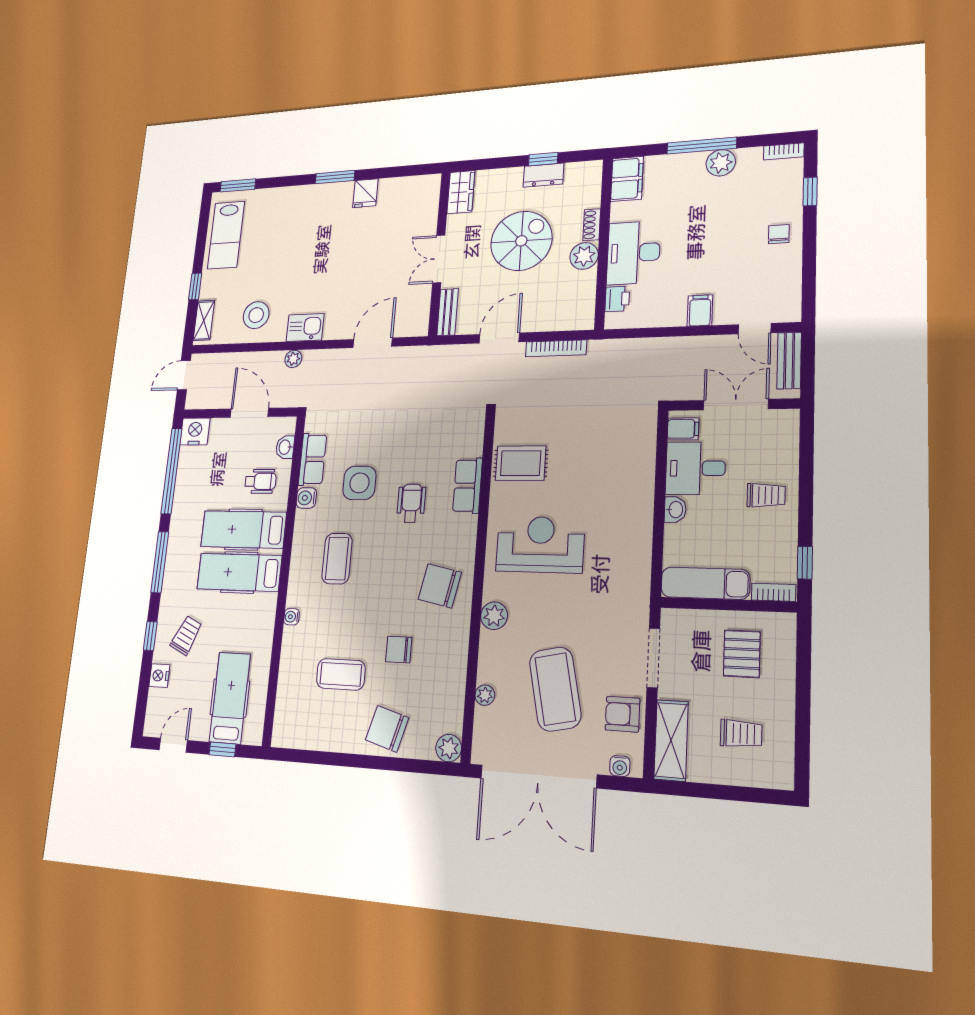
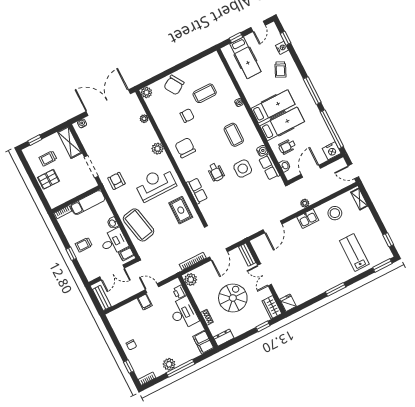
window: (543, 159) -> (263, 326), moved
dresser: (543, 175) -> (224, 338), moved
fridge: (365, 193) -> (288, 303), moved
lab bench: (226, 235) -> (354, 252), moved
spiral stairs: (521, 241) -> (233, 298), turned 180
plant: (584, 256) -> (191, 280), moved
double door: (439, 259) -> (264, 275), swing flipped
window: (195, 286) -> (388, 240), moved
door: (755, 329) -> (152, 288), moved
door: (184, 375) -> (353, 171), swing flipped
door: (249, 413) -> (311, 171), swing flipped
rug: (521, 463) -> (181, 210), turned 90
reception desk: (540, 544) -> (155, 184), turned 180
window: (805, 563) -> (71, 254), moved
chair: (440, 586) -> (185, 148), turned -102
window: (150, 636) -> (286, 38), moved
pallet: (742, 654) -> (48, 179), moved, turned 90
coffee table: (555, 689) -> (139, 225), moved
armchair: (623, 714) -> (116, 181), moved, turned -90
chair: (387, 729) -> (174, 85), turned 132
window: (749, 794) -> (35, 140), added

